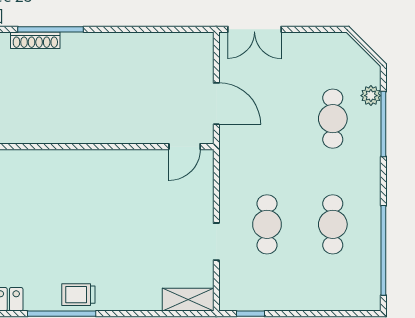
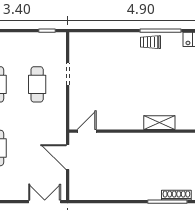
trolley: (78, 295) -> (151, 42), turned 180
shelving: (188, 300) -> (159, 123), moved

